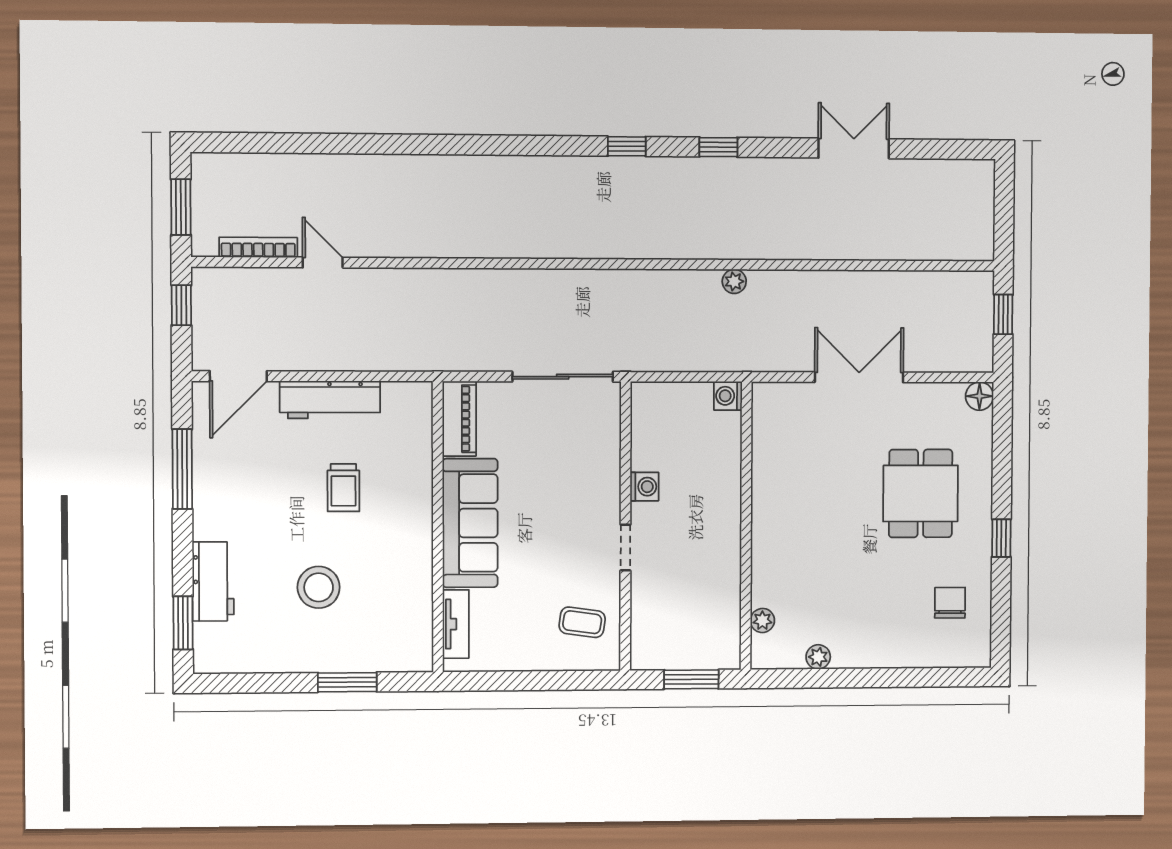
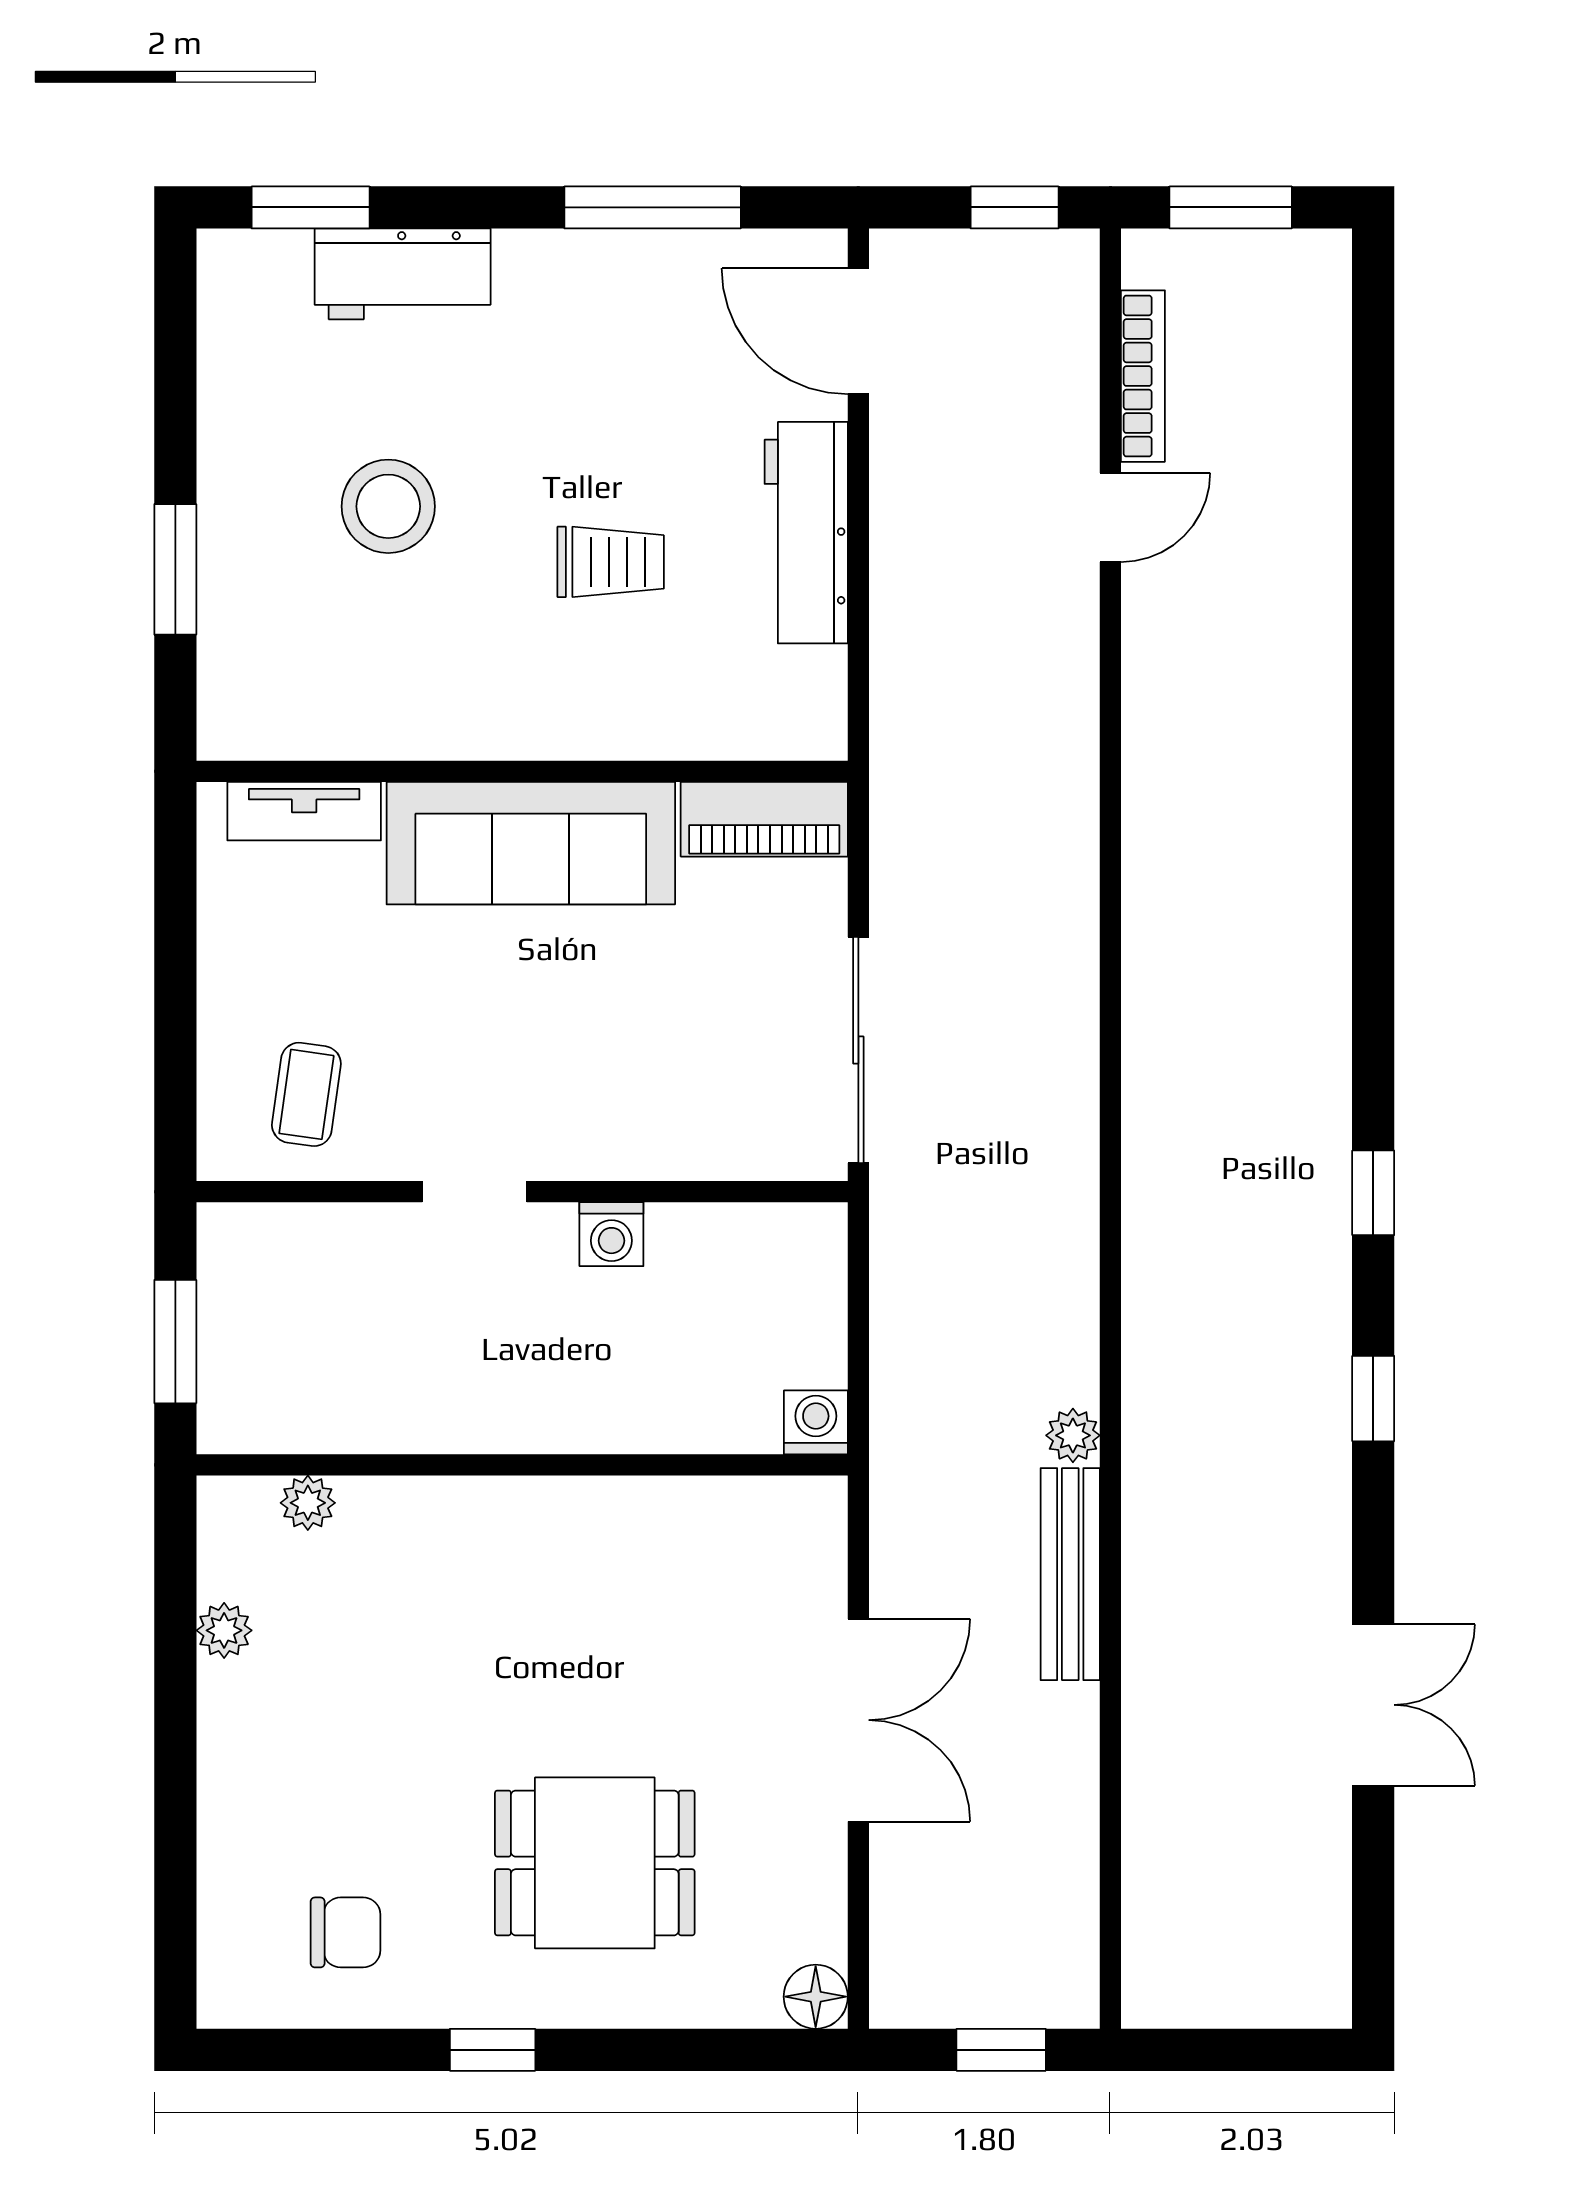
bench: (795, 283) -> (1070, 1574), added
trolley: (343, 488) -> (611, 562), turned 180

